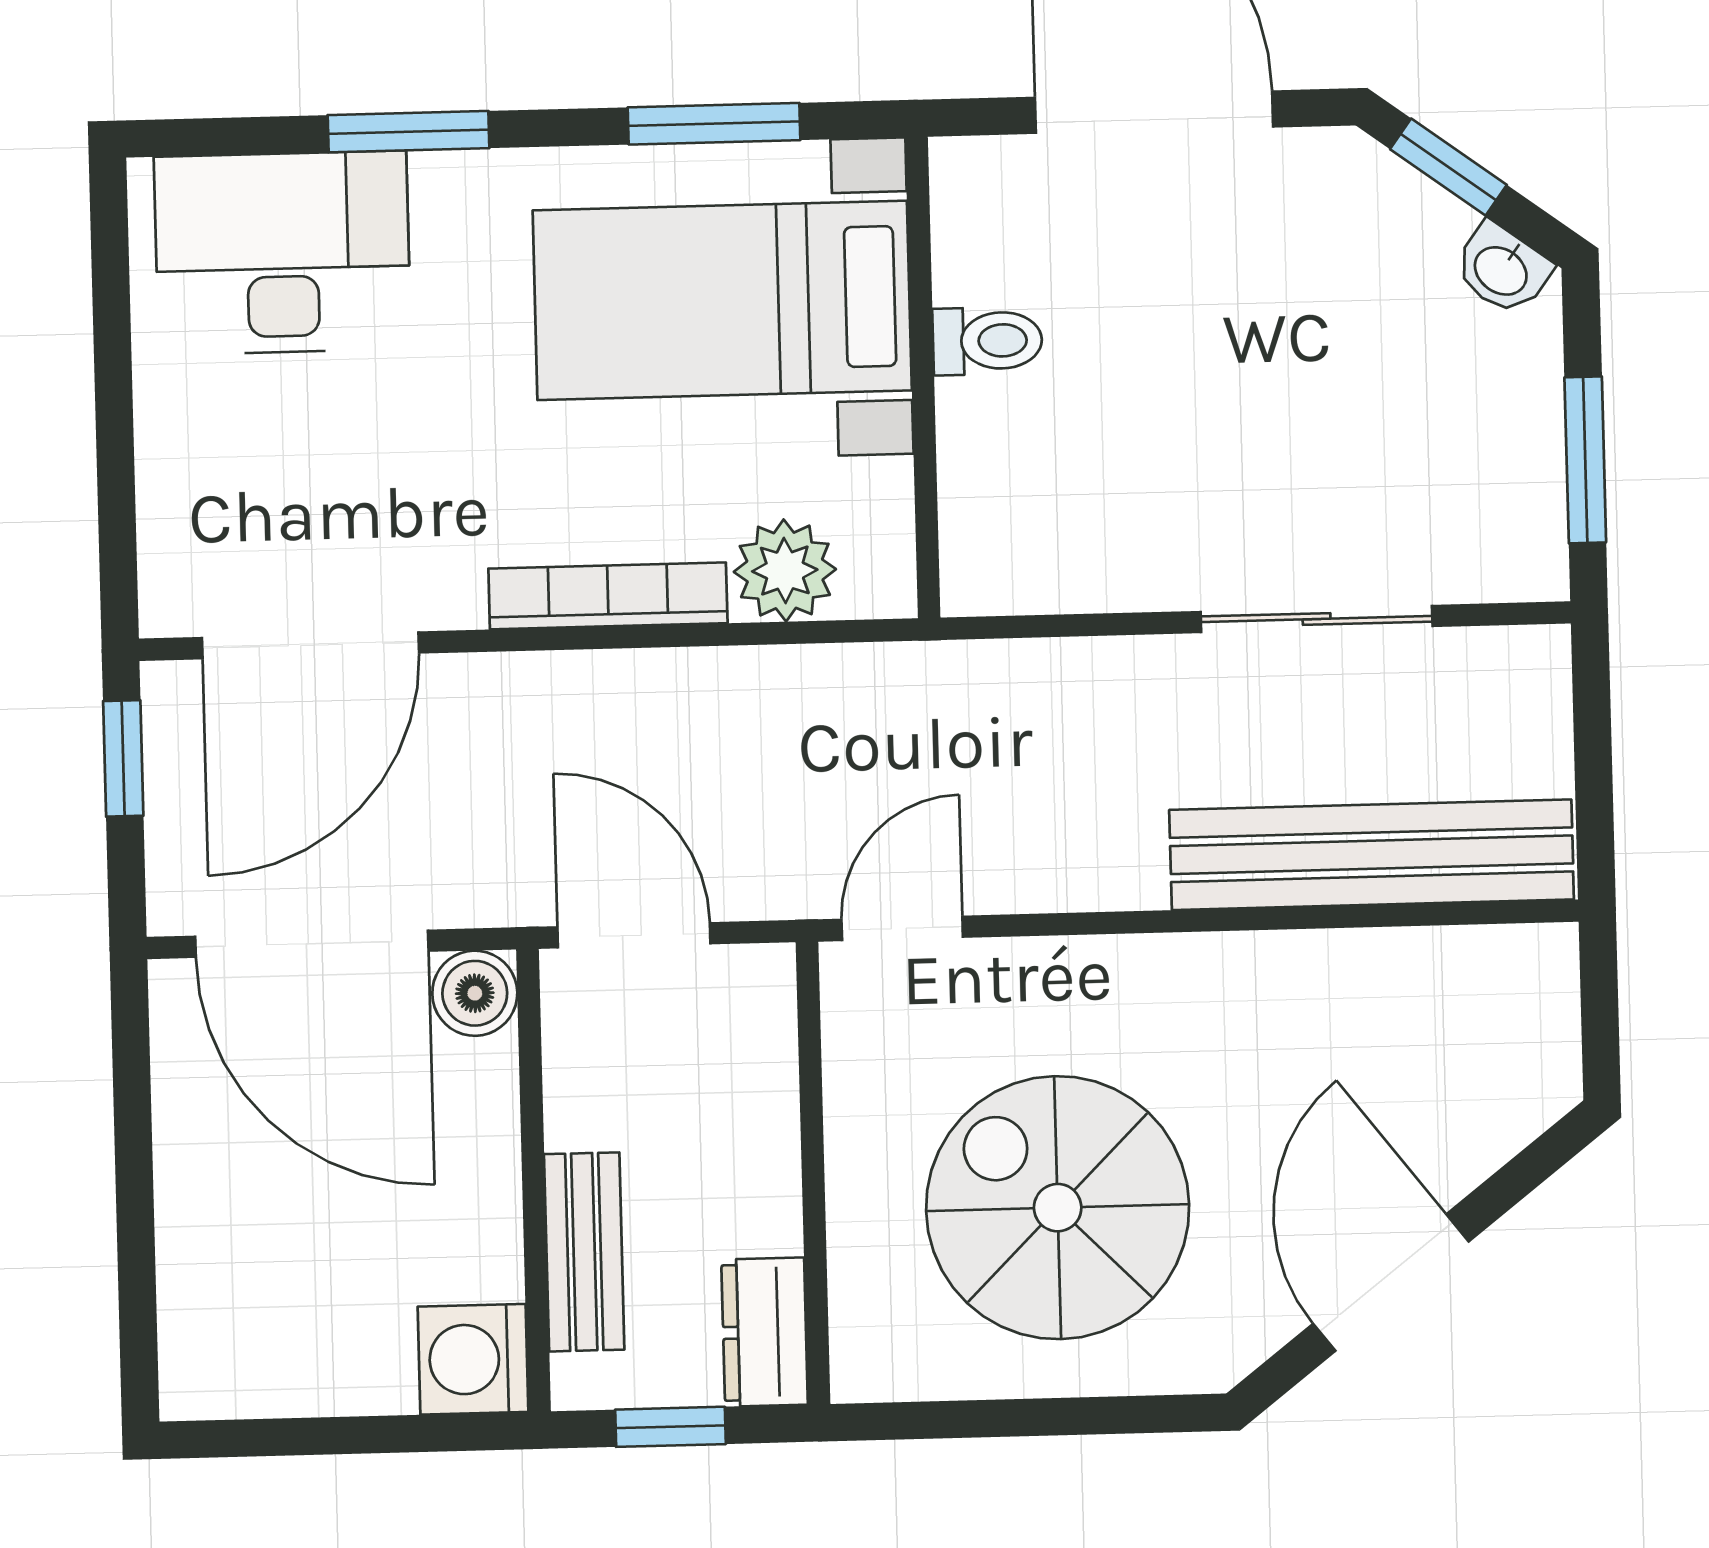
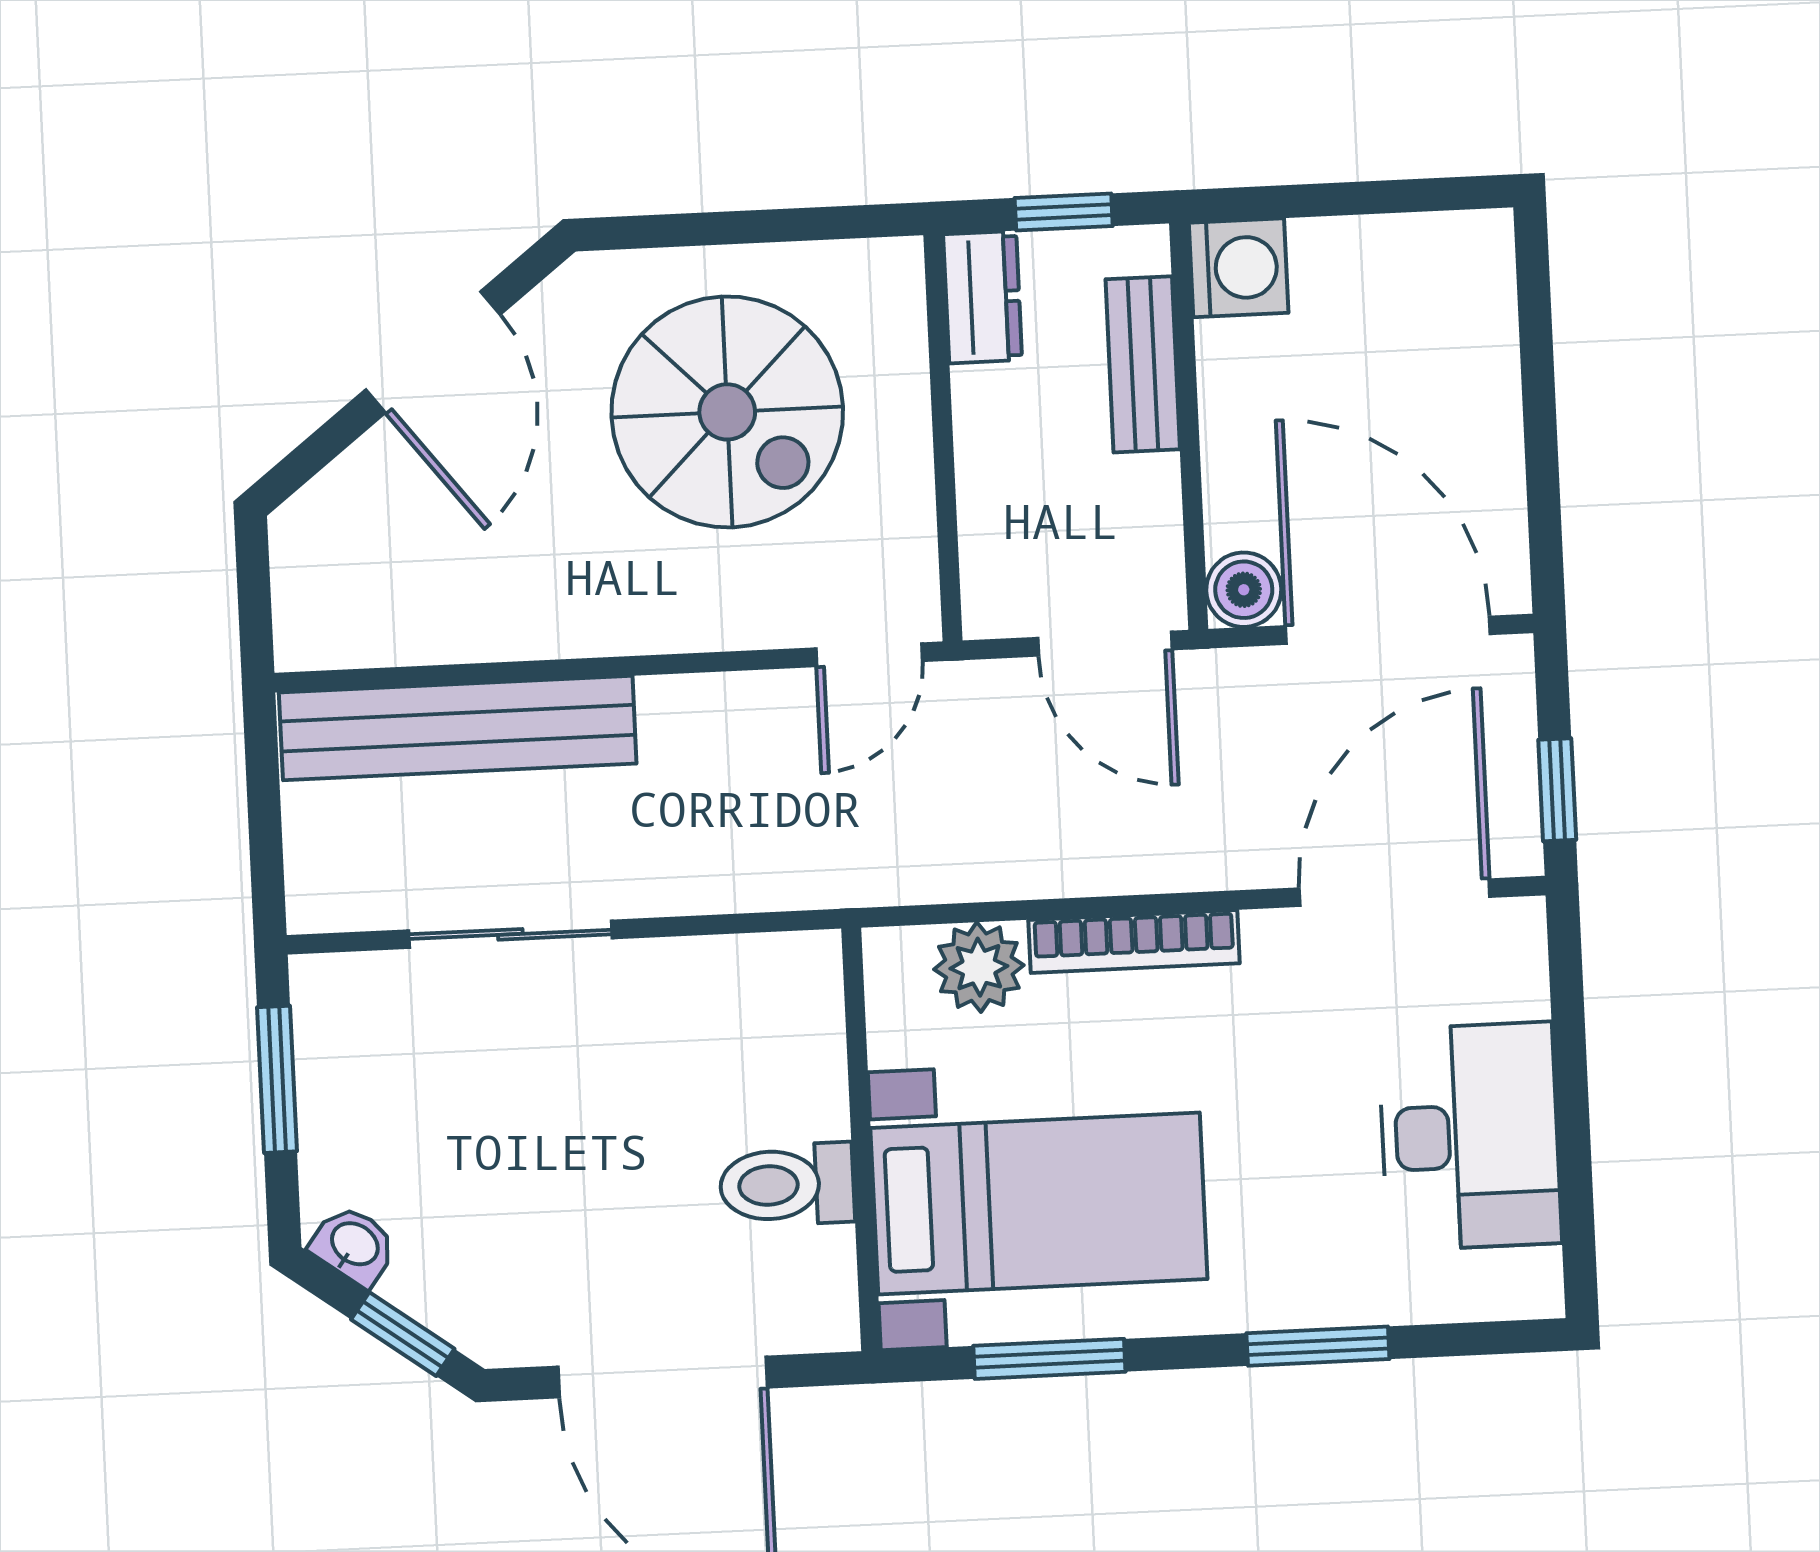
desk: (282, 253) -> (1470, 1136), moved, turned -90
toilet: (987, 341) -> (787, 1185), width x1.37, depth x1.39

